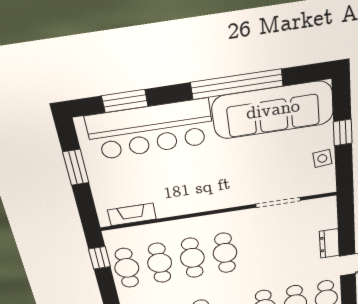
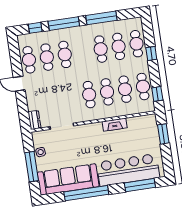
window: (125, 101) -> (140, 185), width x1.44
window: (343, 132) -> (32, 167), width x2.17
window: (76, 167) -> (163, 134), moved
fireplace: (132, 214) -> (115, 125), moved
dresser: (329, 243) -> (34, 120), moved

